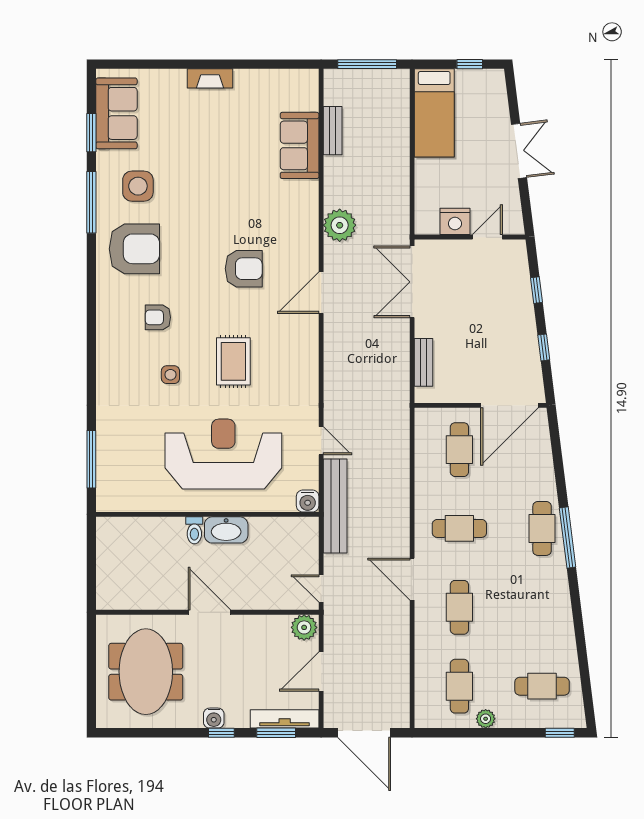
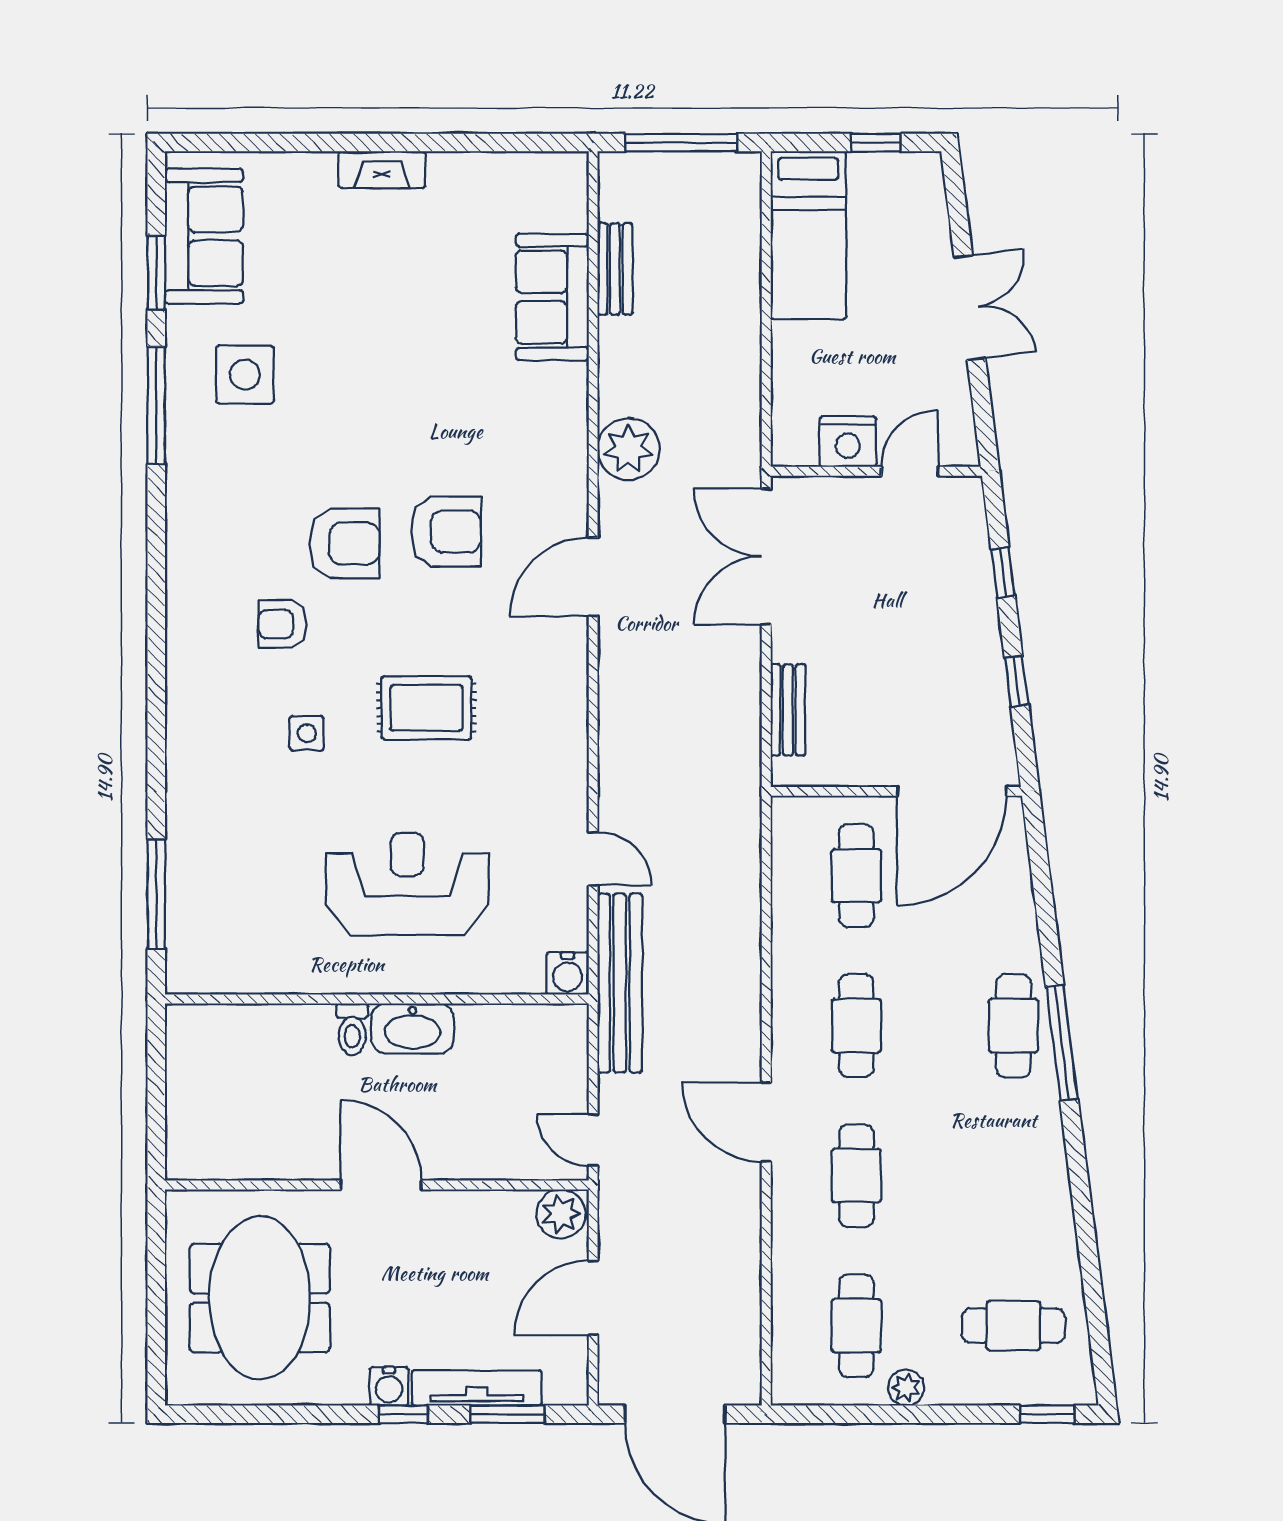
armchair: (134, 249) -> (345, 544), moved, width x0.73, depth x0.73
rug: (233, 361) -> (426, 708), turned 90
reception desk: (223, 454) -> (407, 884), width x0.74, depth x0.77
cafe table: (459, 528) -> (856, 1026), turned 90
tv unit: (285, 719) -> (477, 1388), moved

